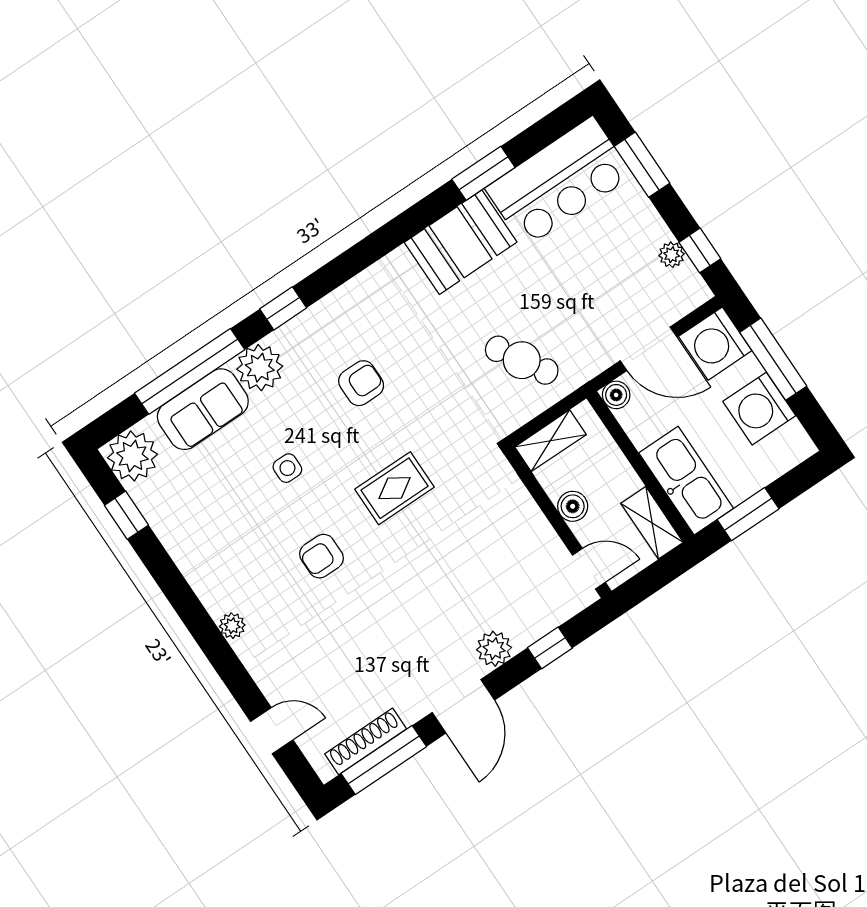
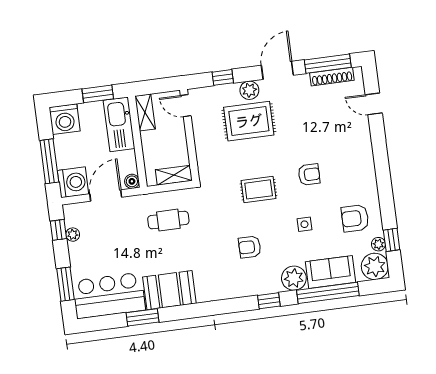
door: (649, 349) -> (106, 196), hinge flipped
cafe table: (522, 360) -> (168, 220), turned -59
washing machine: (759, 409) -> (65, 119), moved, turned 90
boiler: (573, 506) -> (179, 139), removed
armchair: (207, 521) -> (355, 218), added
rug: (469, 596) -> (249, 121), added
plant: (232, 626) -> (378, 244), moved

